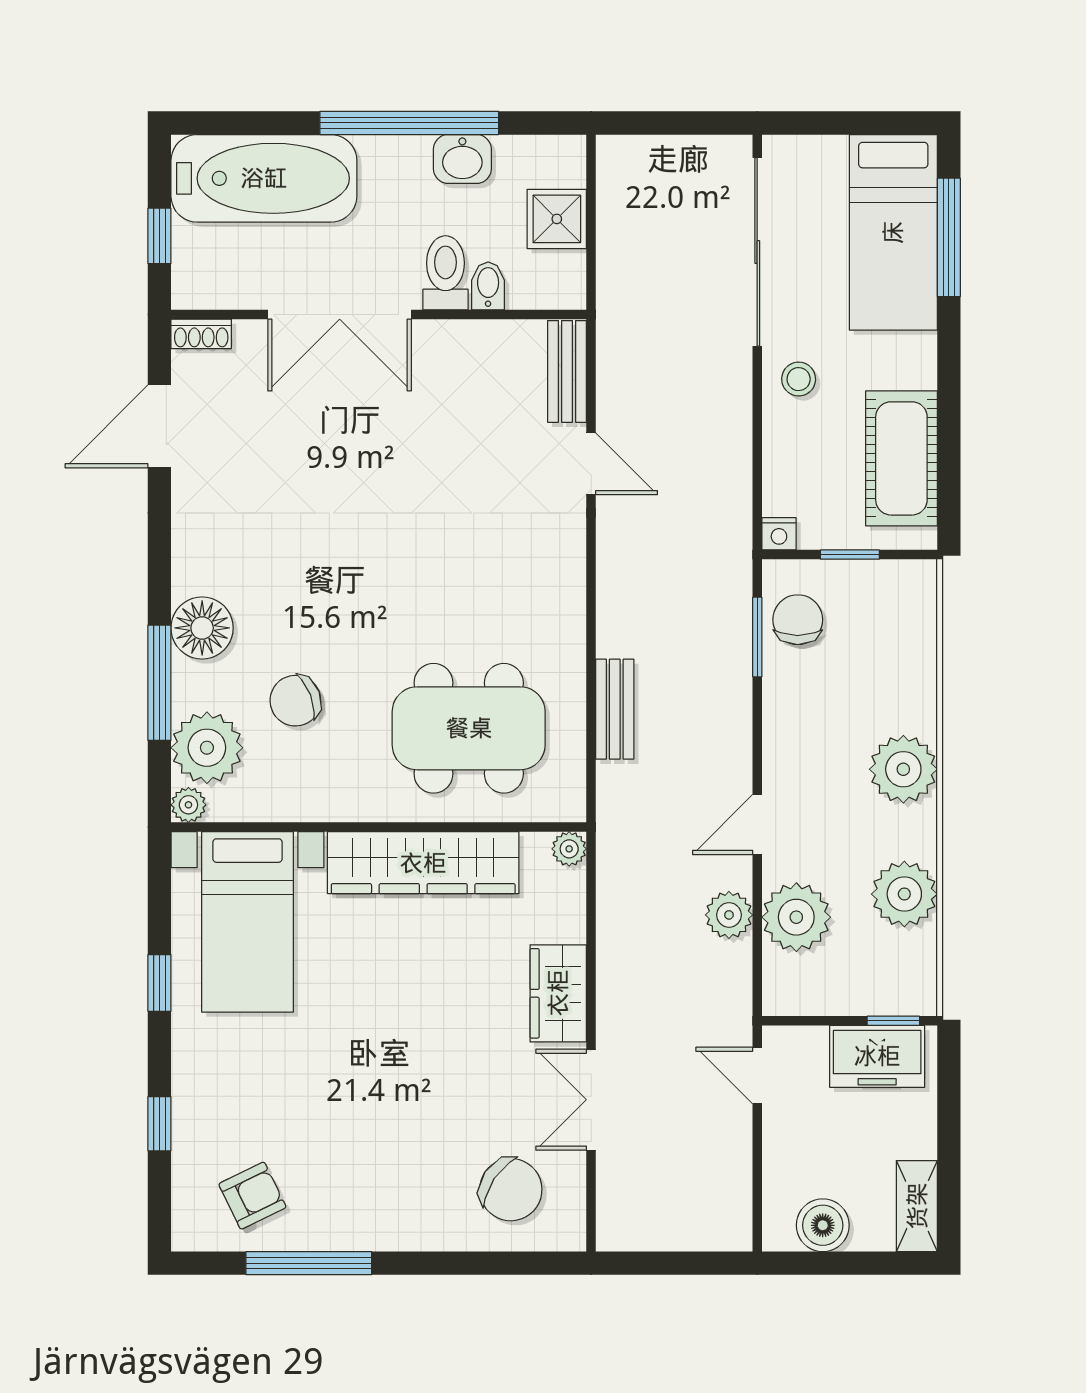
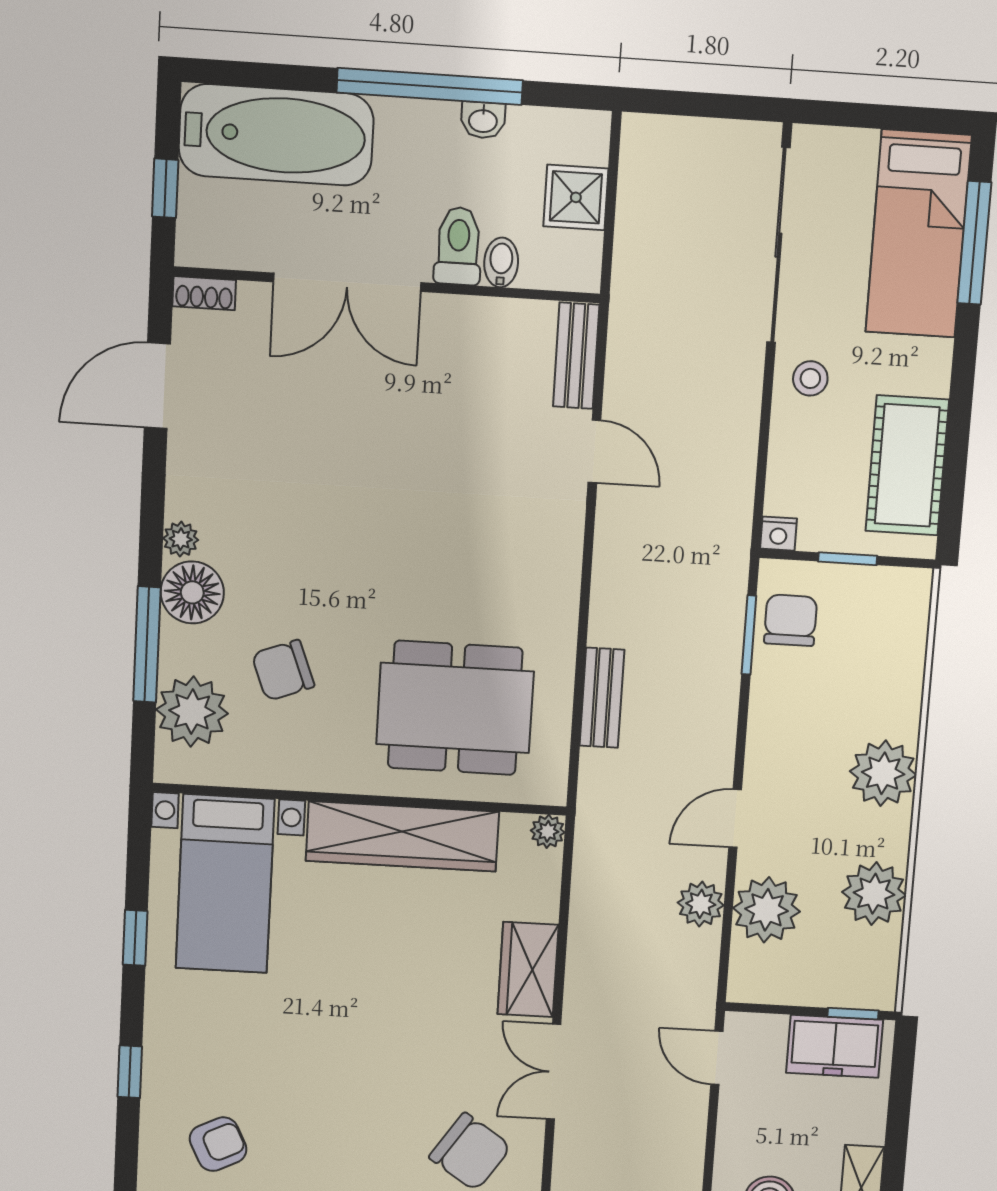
washbasin: (462, 159) -> (483, 120), width x0.72, depth x0.69
plant: (188, 805) -> (181, 539), moved

